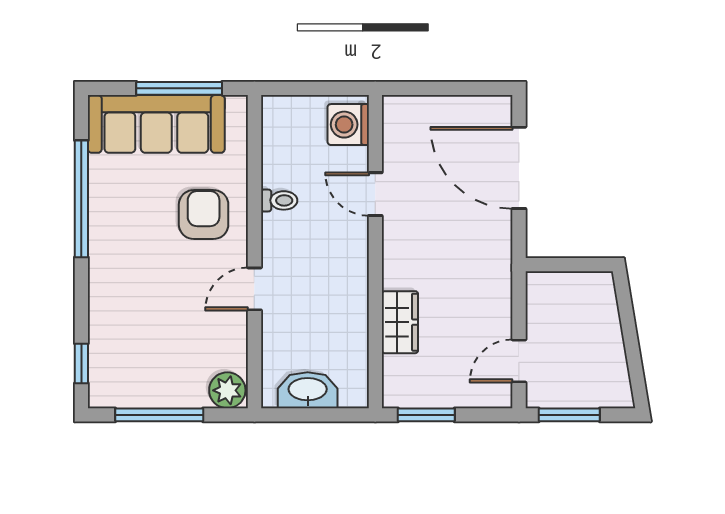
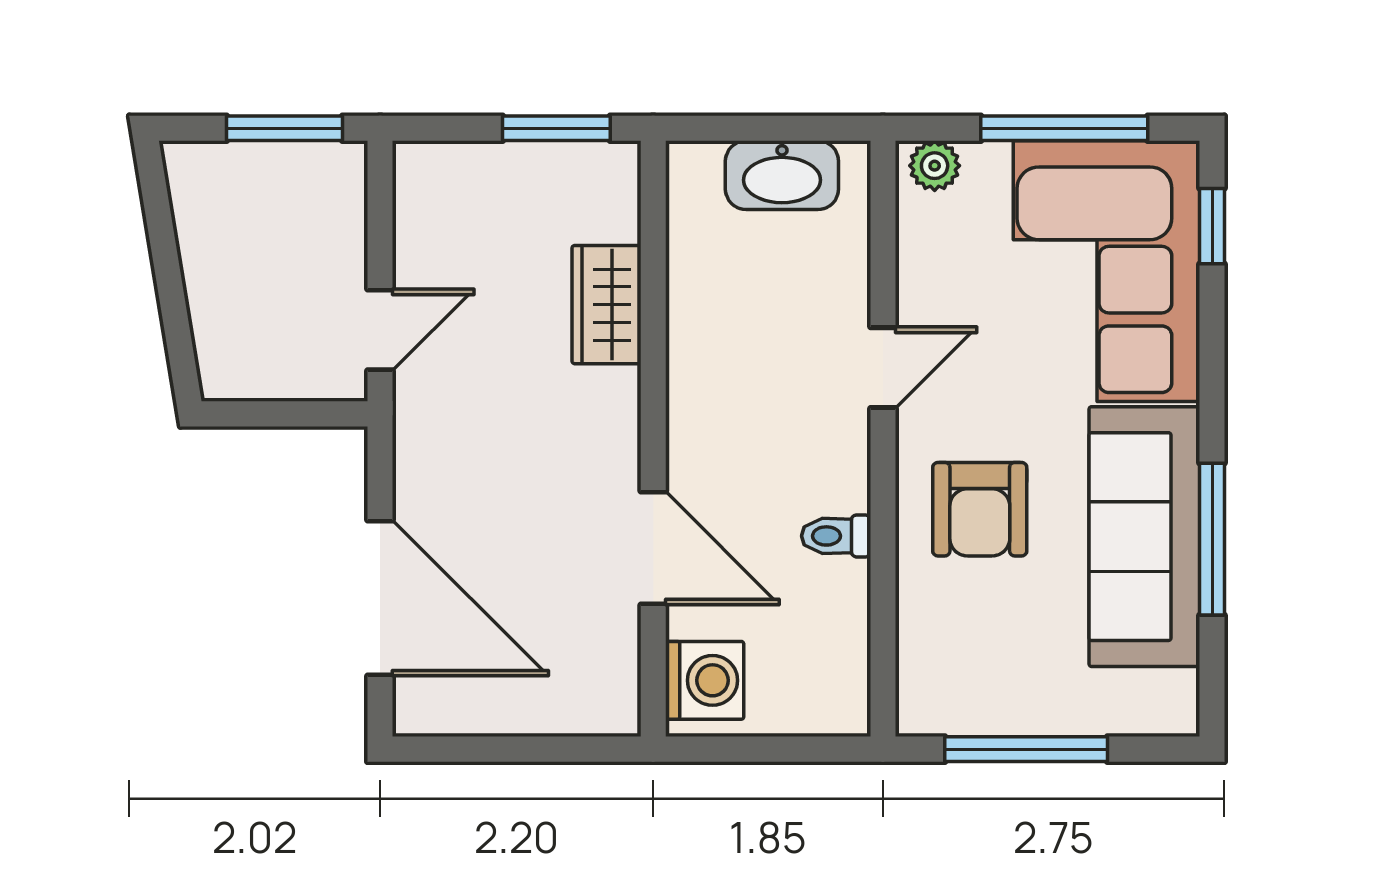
sofa: (156, 124) -> (1144, 537), moved, turned -90
door: (375, 194) -> (653, 548), width x1.38
window: (81, 199) -> (1212, 539), width x0.68
corner sofa: (137, 340) -> (1107, 271), added
door: (519, 361) -> (380, 330), moved
plant: (227, 390) -> (935, 166), width x0.73, depth x0.73

